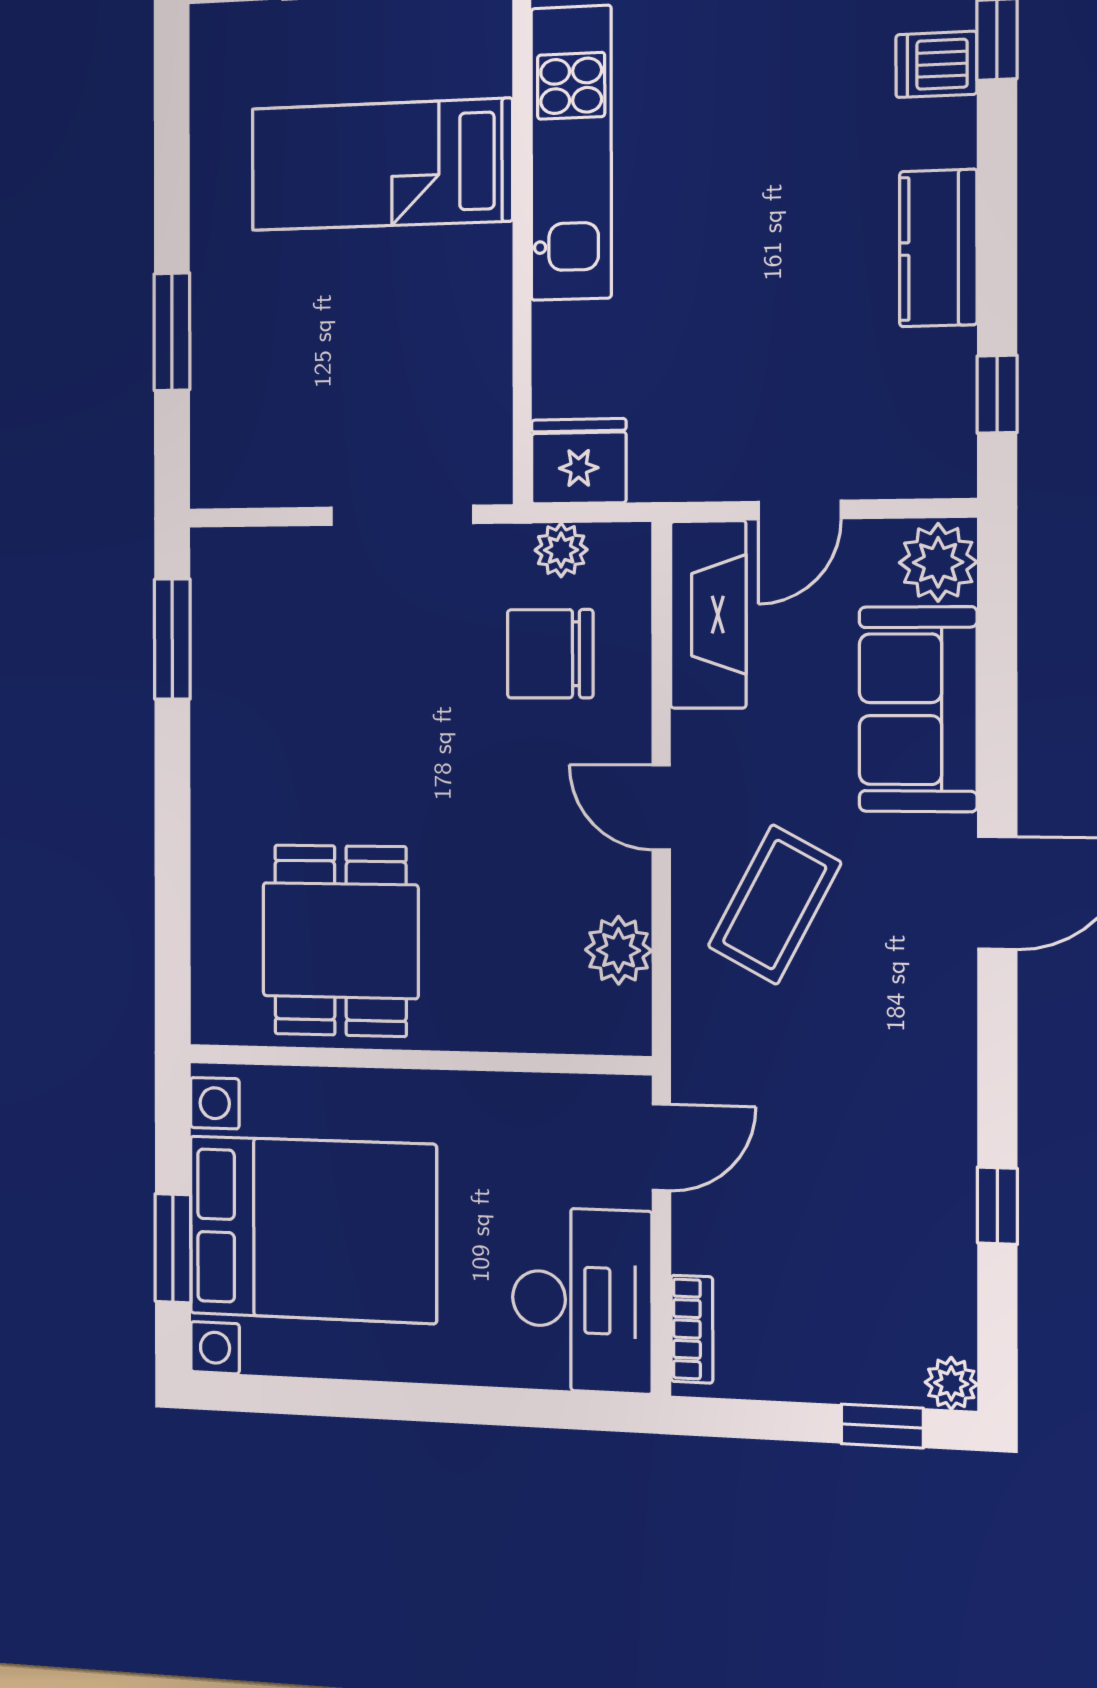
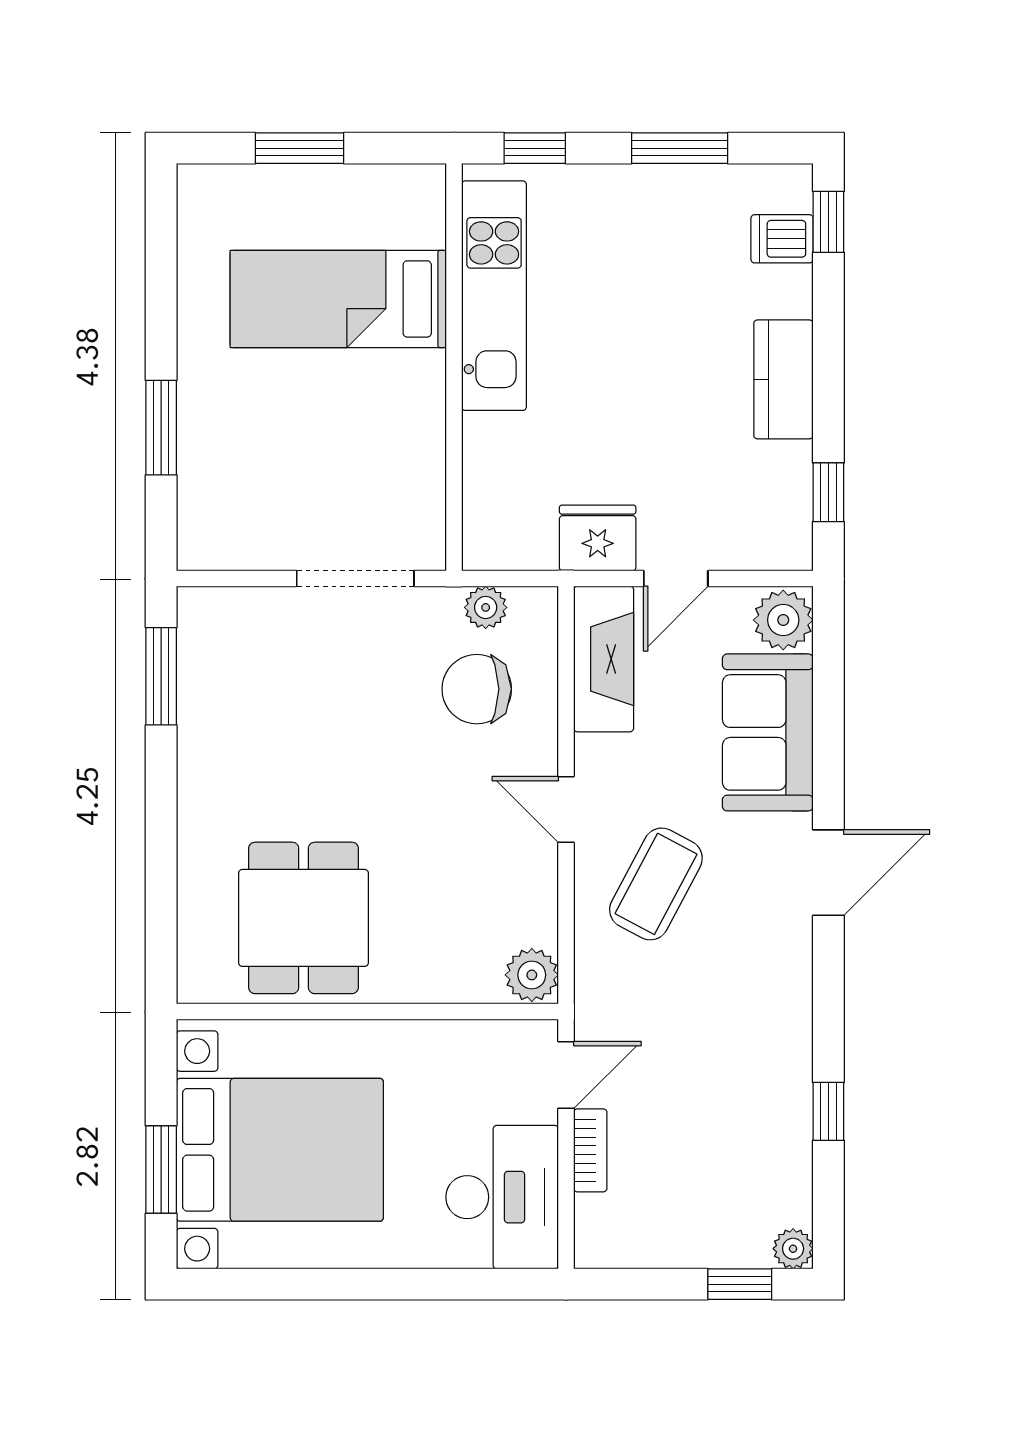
fridge: (579, 461) -> (598, 538), moved
plant: (619, 950) -> (532, 975), moved
bookcase: (692, 1329) -> (590, 1150), moved

